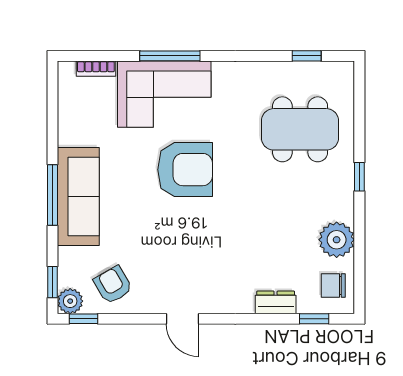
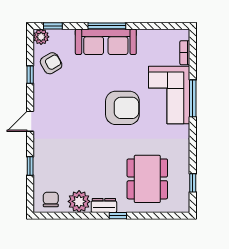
armchair: (185, 170) -> (122, 108), turned -90
dresser: (276, 302) -> (104, 205), moved, turned -90
window: (83, 319) -> (30, 75), moved
door: (183, 319) -> (30, 121), moved
window: (314, 319) -> (30, 166), moved

